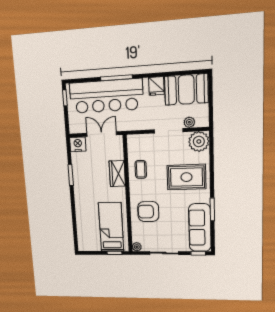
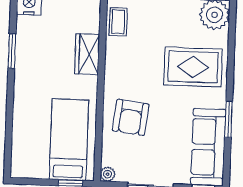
coffee table: (141, 169) -> (118, 22), moved
armchair: (148, 212) -> (131, 117), turned -83

